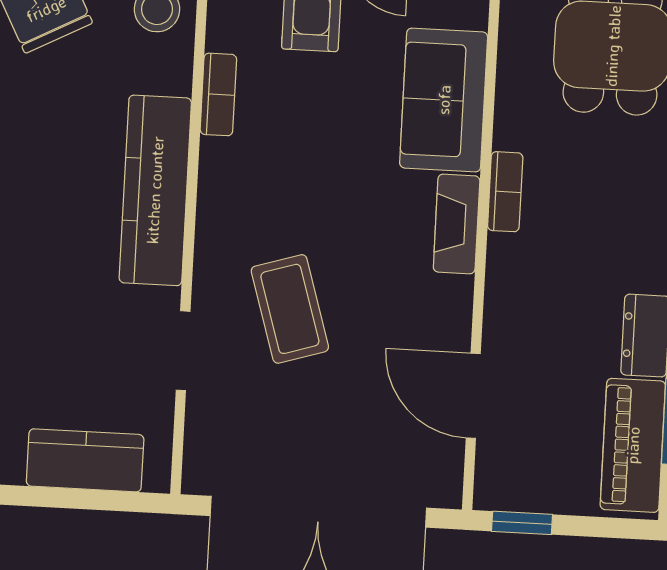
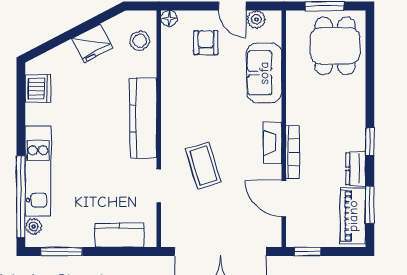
bookcase: (218, 94) -> (168, 76), removed
bookcase: (505, 192) -> (293, 152), moved, width x1.56
fireplace: (457, 224) -> (273, 143), moved

